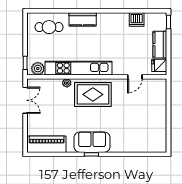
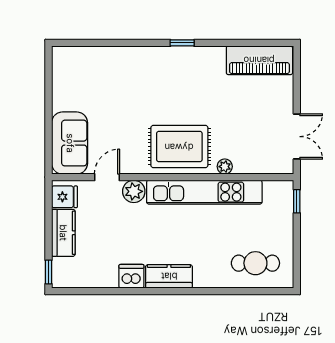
kitchen counter: (83, 19) -> (169, 276), moved
dishwasher: (137, 20) -> (131, 276), moved
plant: (38, 69) -> (134, 191), moved
double door: (25, 100) -> (297, 137), swing flipped
sofa: (92, 142) -> (70, 143), moved, turned -90

